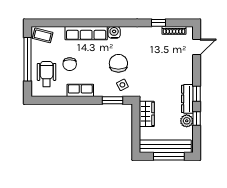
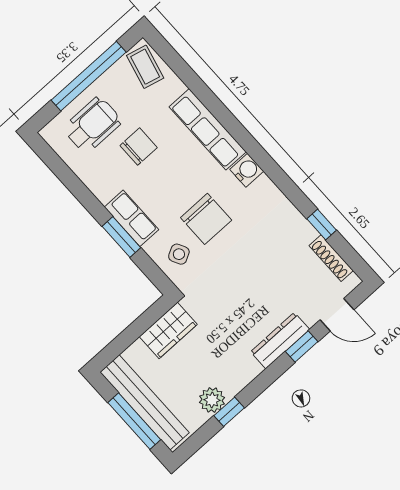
chair: (118, 63) -> (206, 219), turned 90
chair: (70, 64) -> (139, 147), turned 180
row of seats: (80, 90) -> (131, 218), moved
window: (197, 94) -> (302, 347), moved
dresser: (187, 99) -> (280, 341), moved
window: (112, 100) -> (121, 237), moved

